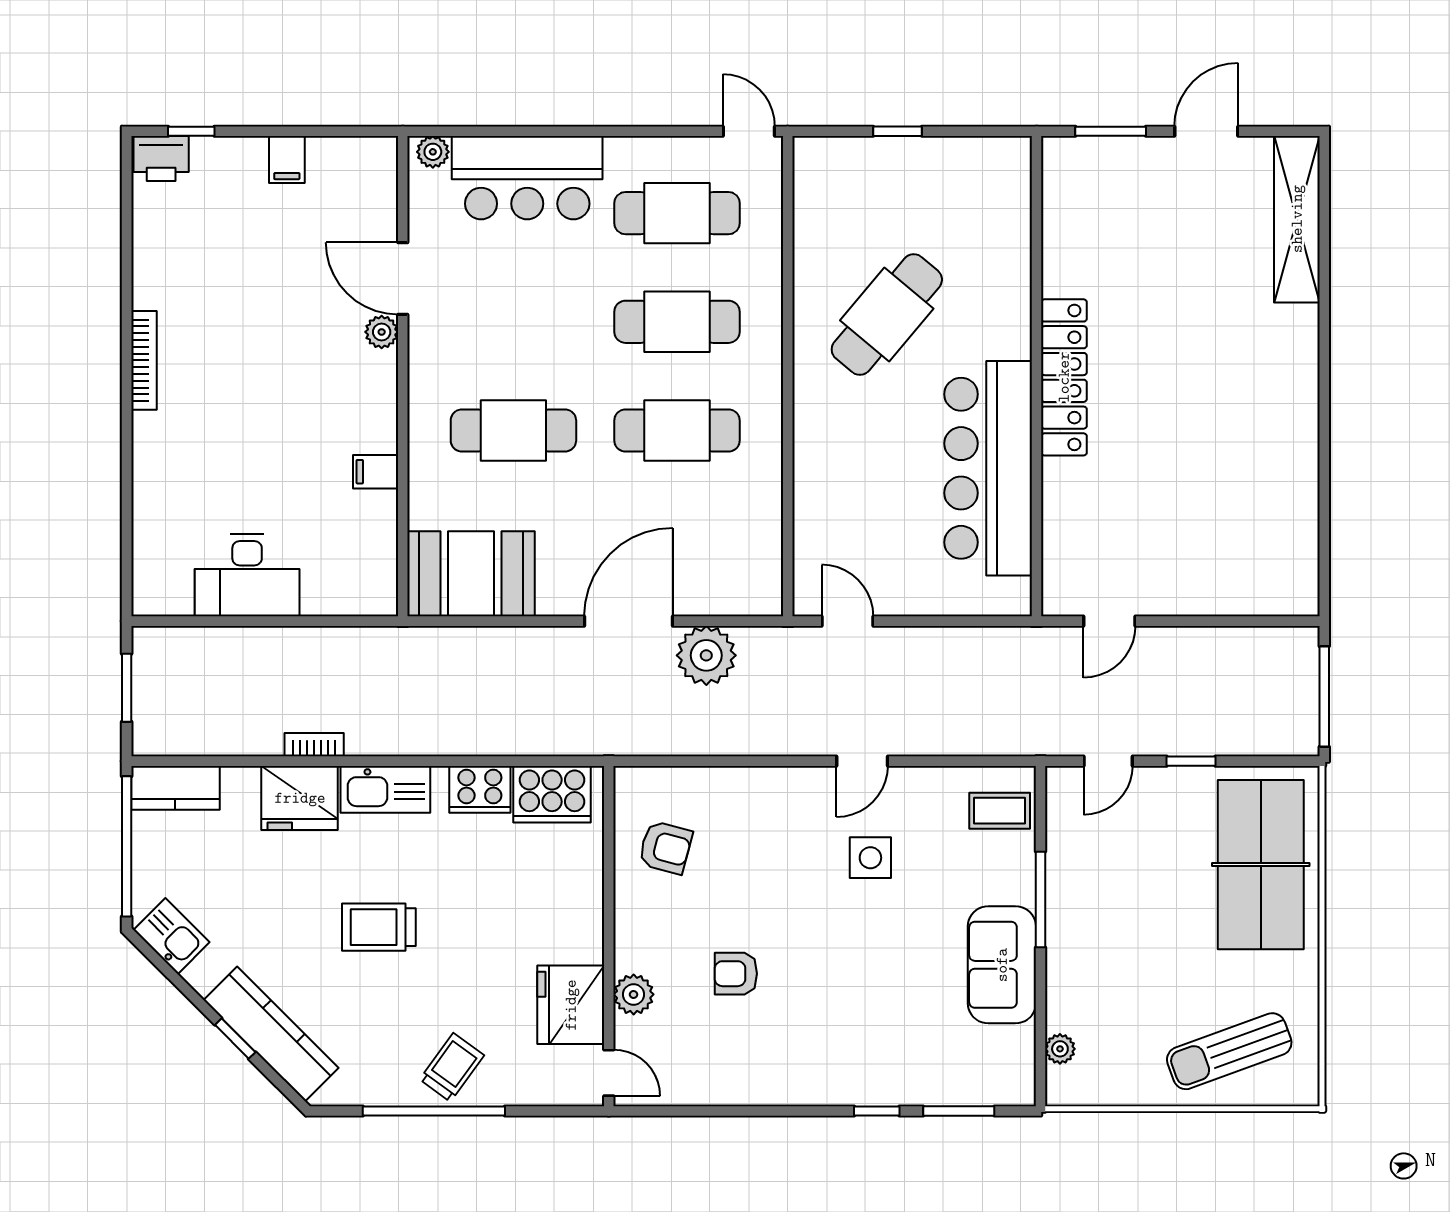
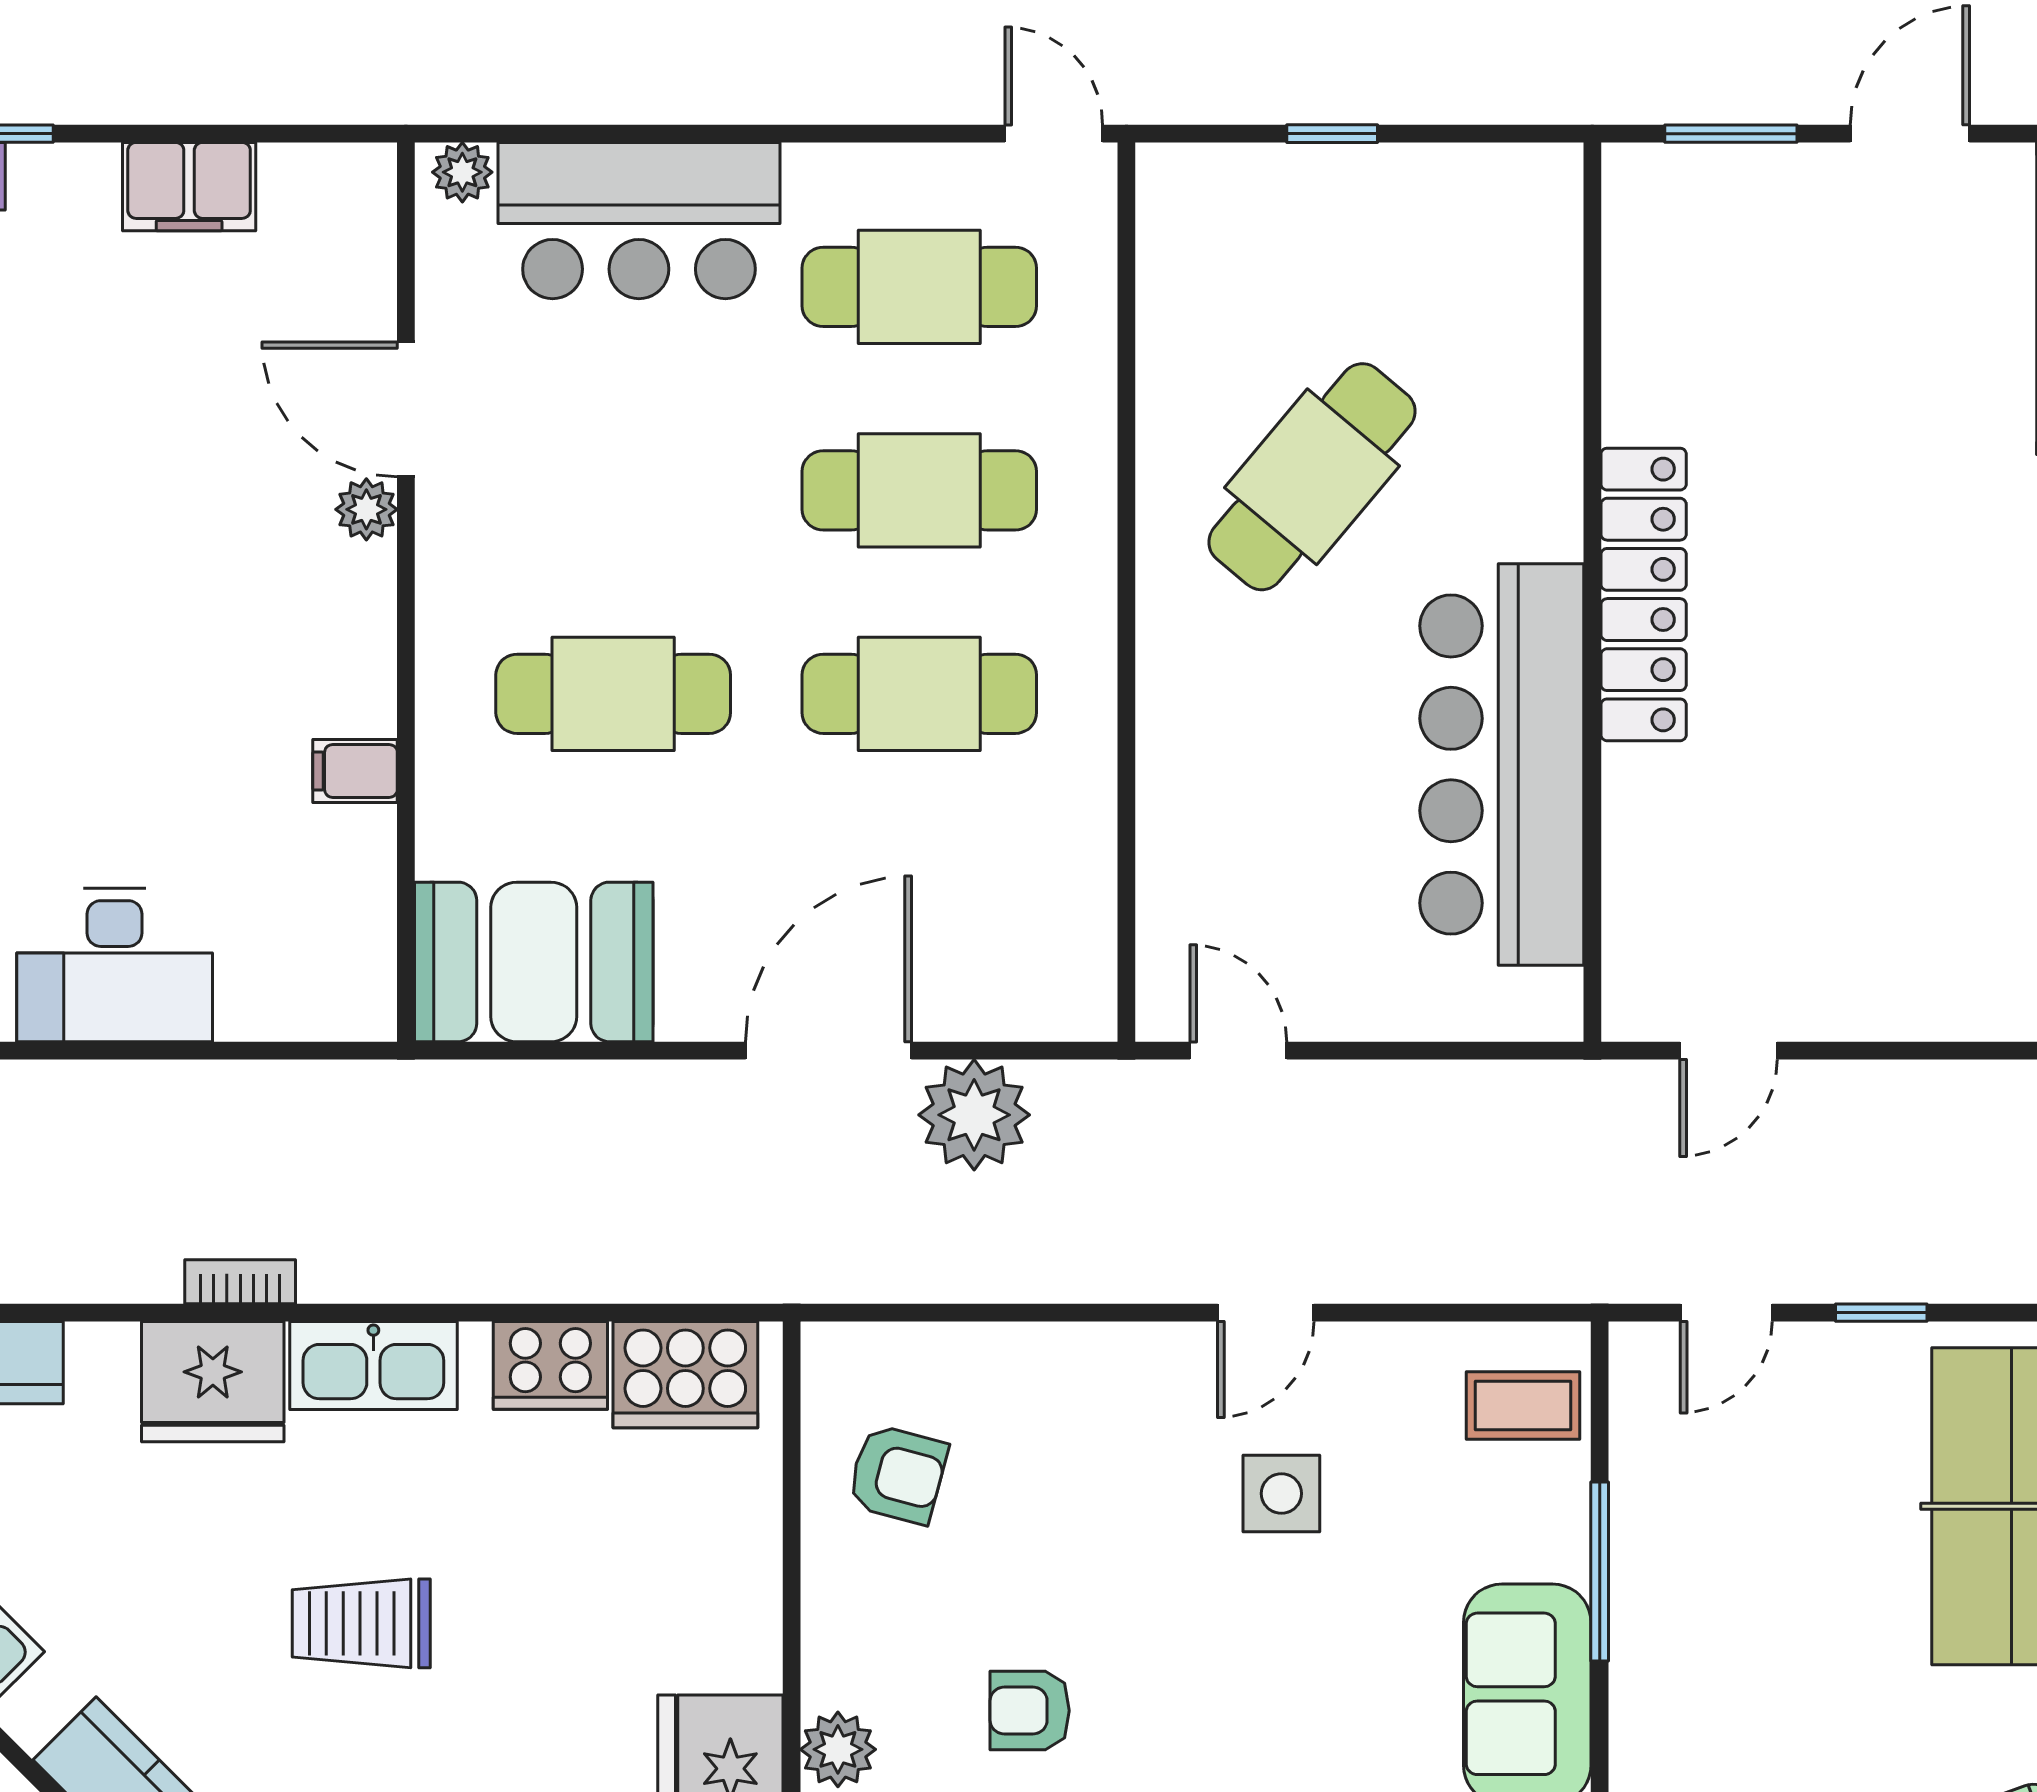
filing cabinet: (287, 160) -> (189, 187), width x2.00

